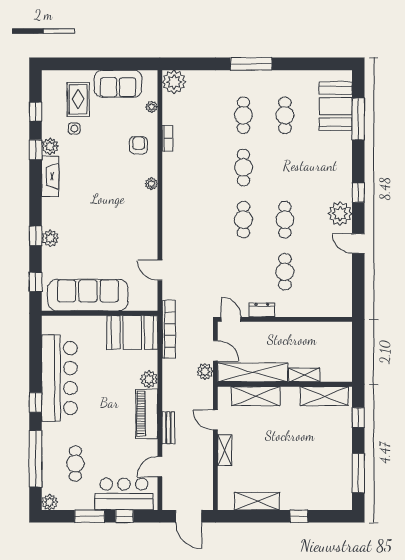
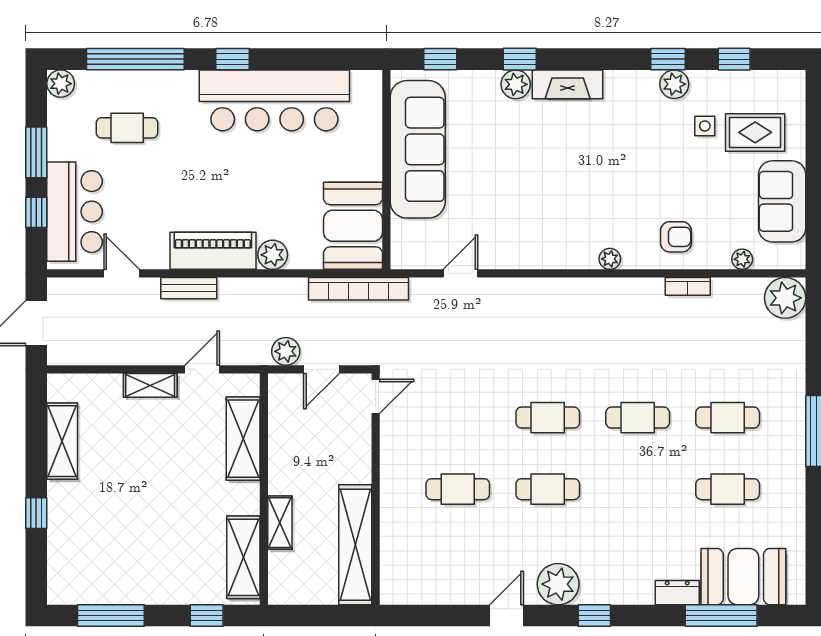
fireplace: (50, 176) -> (568, 84), moved
dresser: (262, 310) -> (677, 593), moved, turned -90
shelving: (253, 372) -> (355, 545), moved

